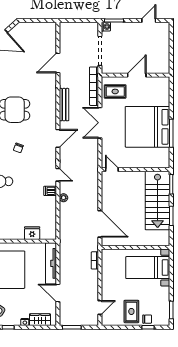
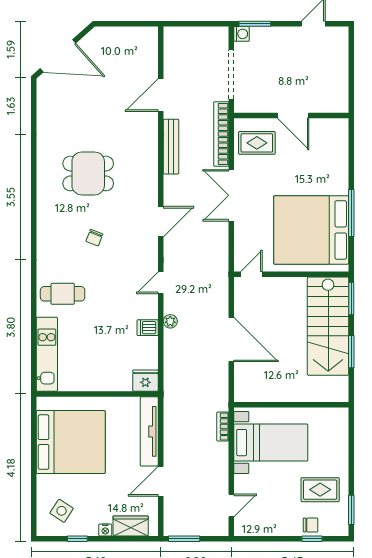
door: (137, 75) -> (293, 115), swing flipped
bench: (64, 105) -> (171, 147), moved
bed: (147, 127) -> (311, 230), moved
door: (112, 170) -> (251, 274), hinge flipped
door: (58, 175) -> (161, 283), swing flipped
dishwasher: (50, 191) -> (148, 328), moved
door: (100, 224) -> (231, 339), moved
fridge: (32, 233) -> (145, 381), moved
bed with nightstands: (148, 268) -> (271, 443), moved, turned 180
door: (58, 293) -> (161, 481), hinge flipped
rug: (131, 311) -> (320, 490), moved, turned 90

